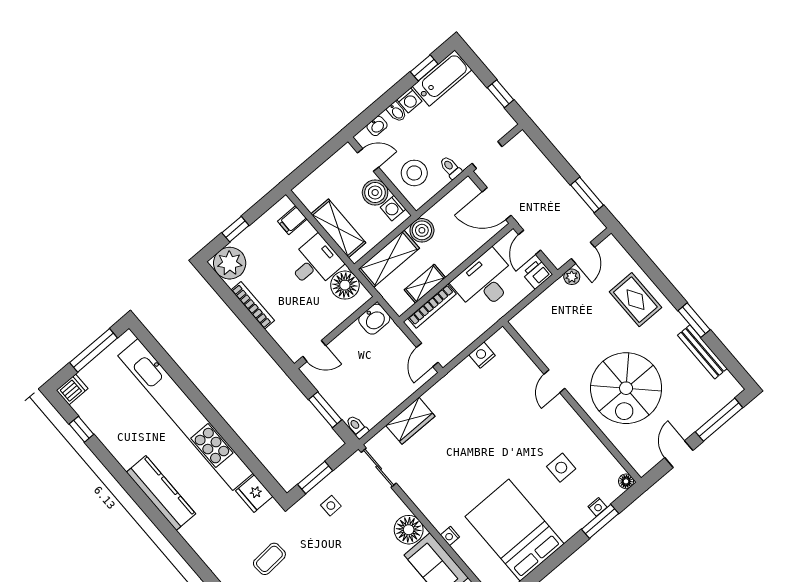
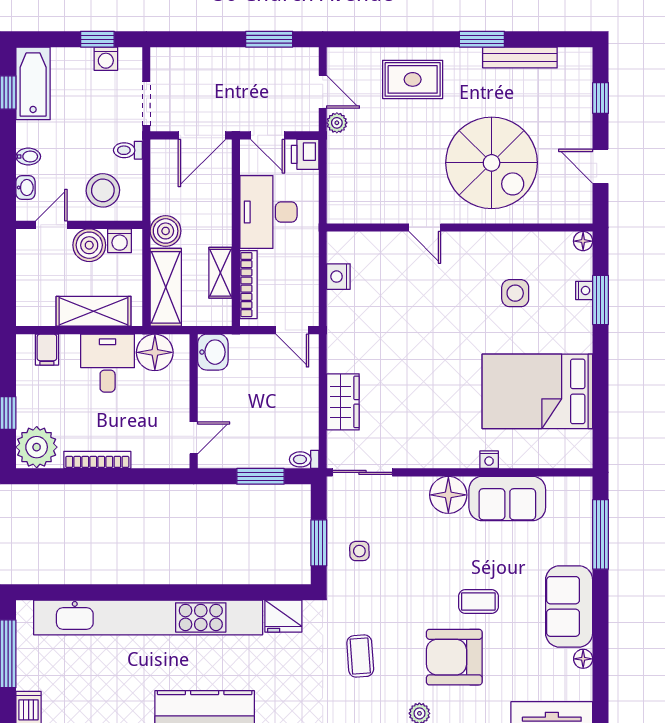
washing machine: (409, 100) -> (106, 59), moved, turned 90
window: (719, 420) -> (601, 98), width x0.46

